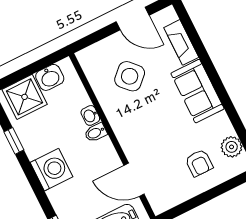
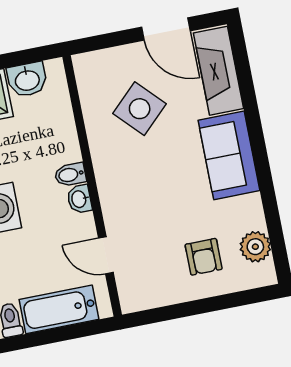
fireplace: (181, 42) -> (219, 71), width x1.37, depth x1.32
washbasin: (90, 115) -> (79, 199), moved
door: (134, 180) -> (106, 255), width x0.73

